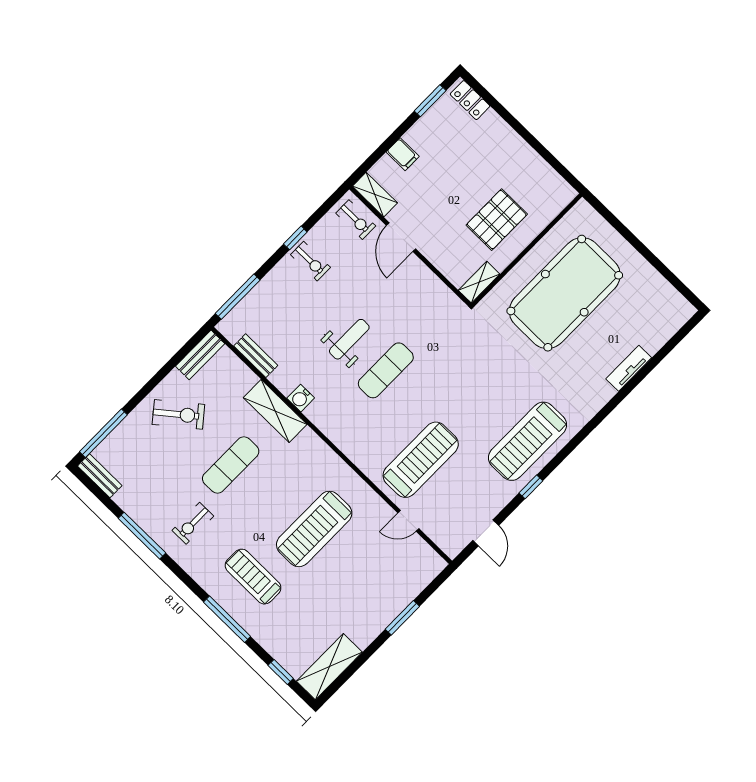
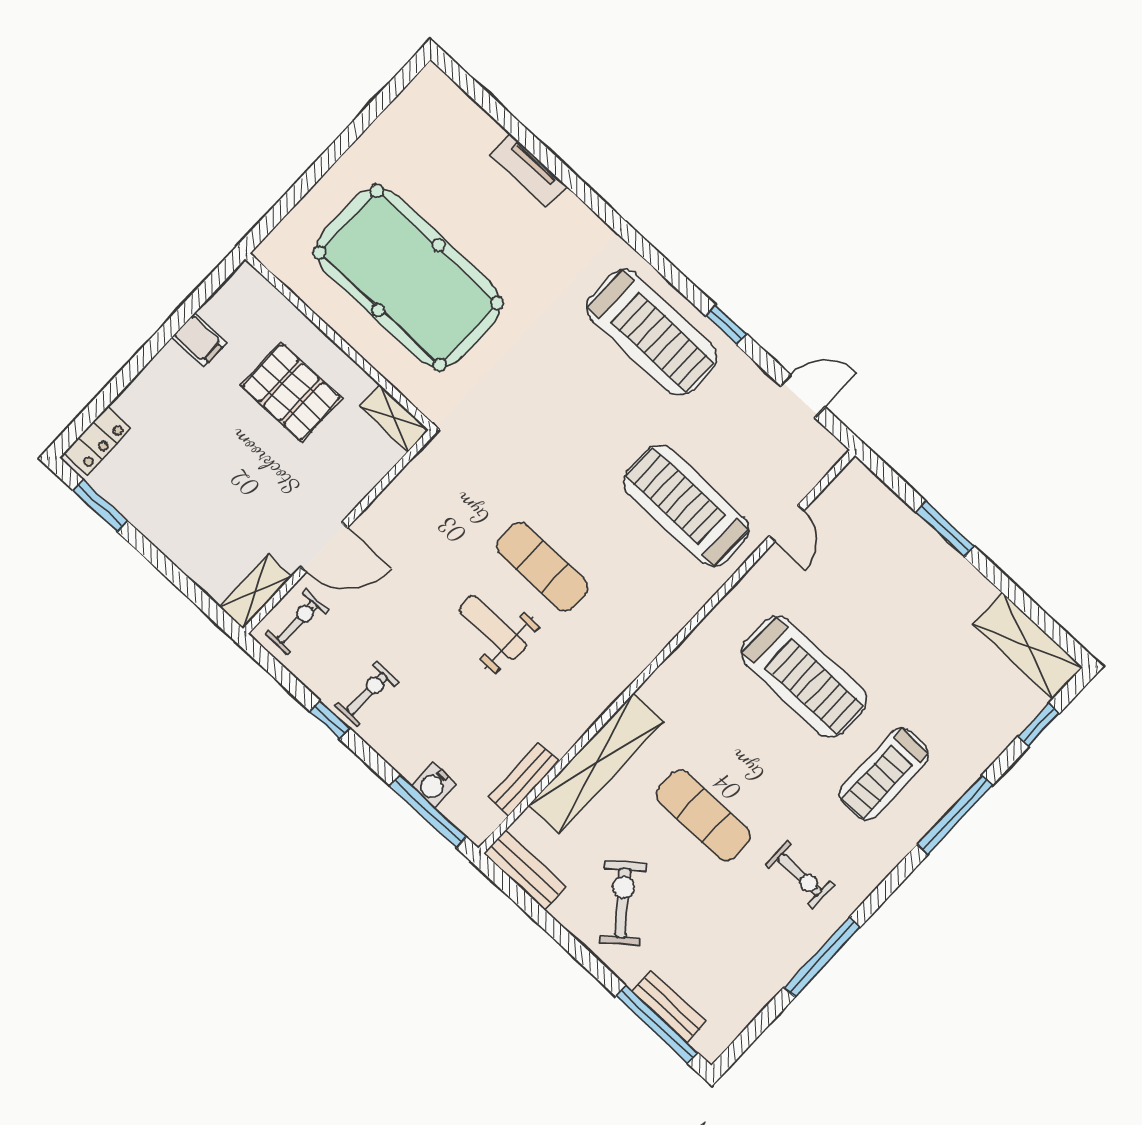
filing cabinet: (403, 154) -> (199, 340), moved, turned 90
water cooler: (301, 398) -> (434, 785), moved, turned 90
shelving: (275, 411) -> (596, 763), width x1.47
bench: (100, 476) -> (669, 1007), moved, turned 90

